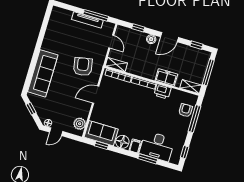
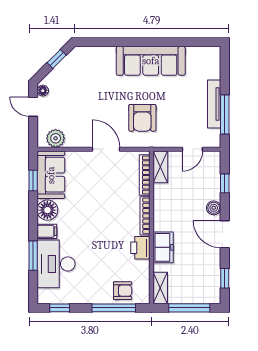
armchair: (83, 67) -> (142, 118), turned 101
sofa: (43, 73) -> (151, 61), moved

